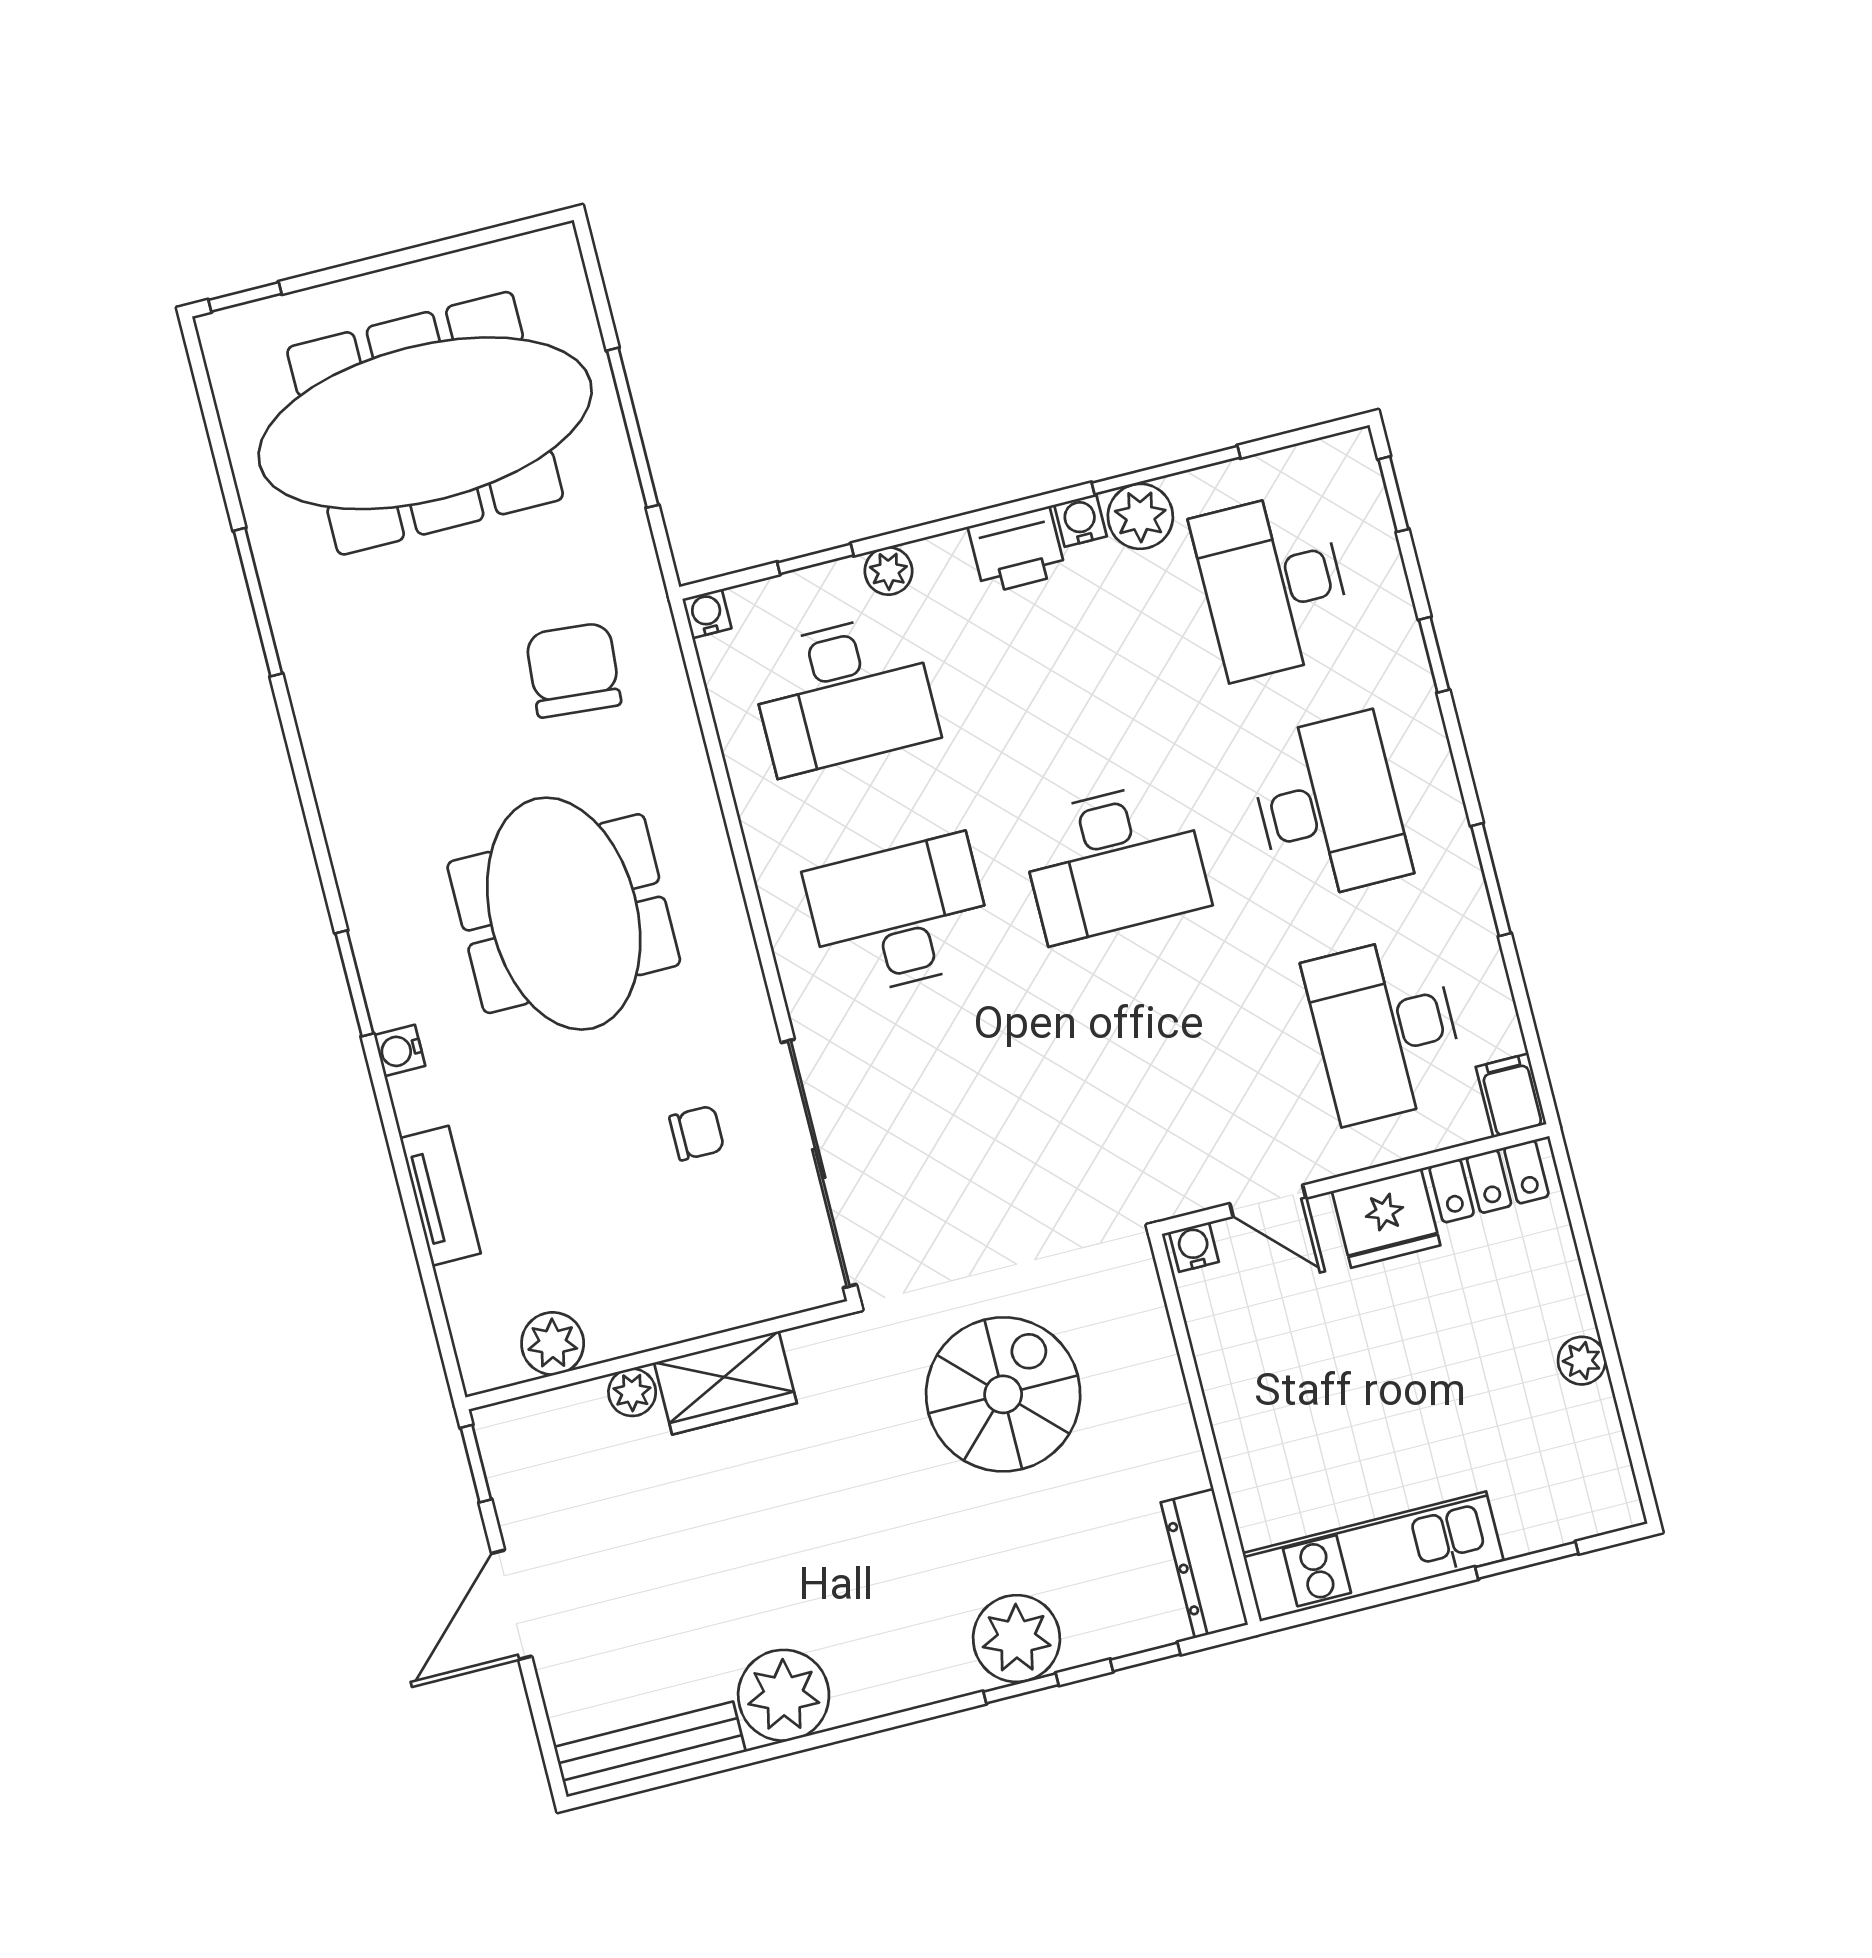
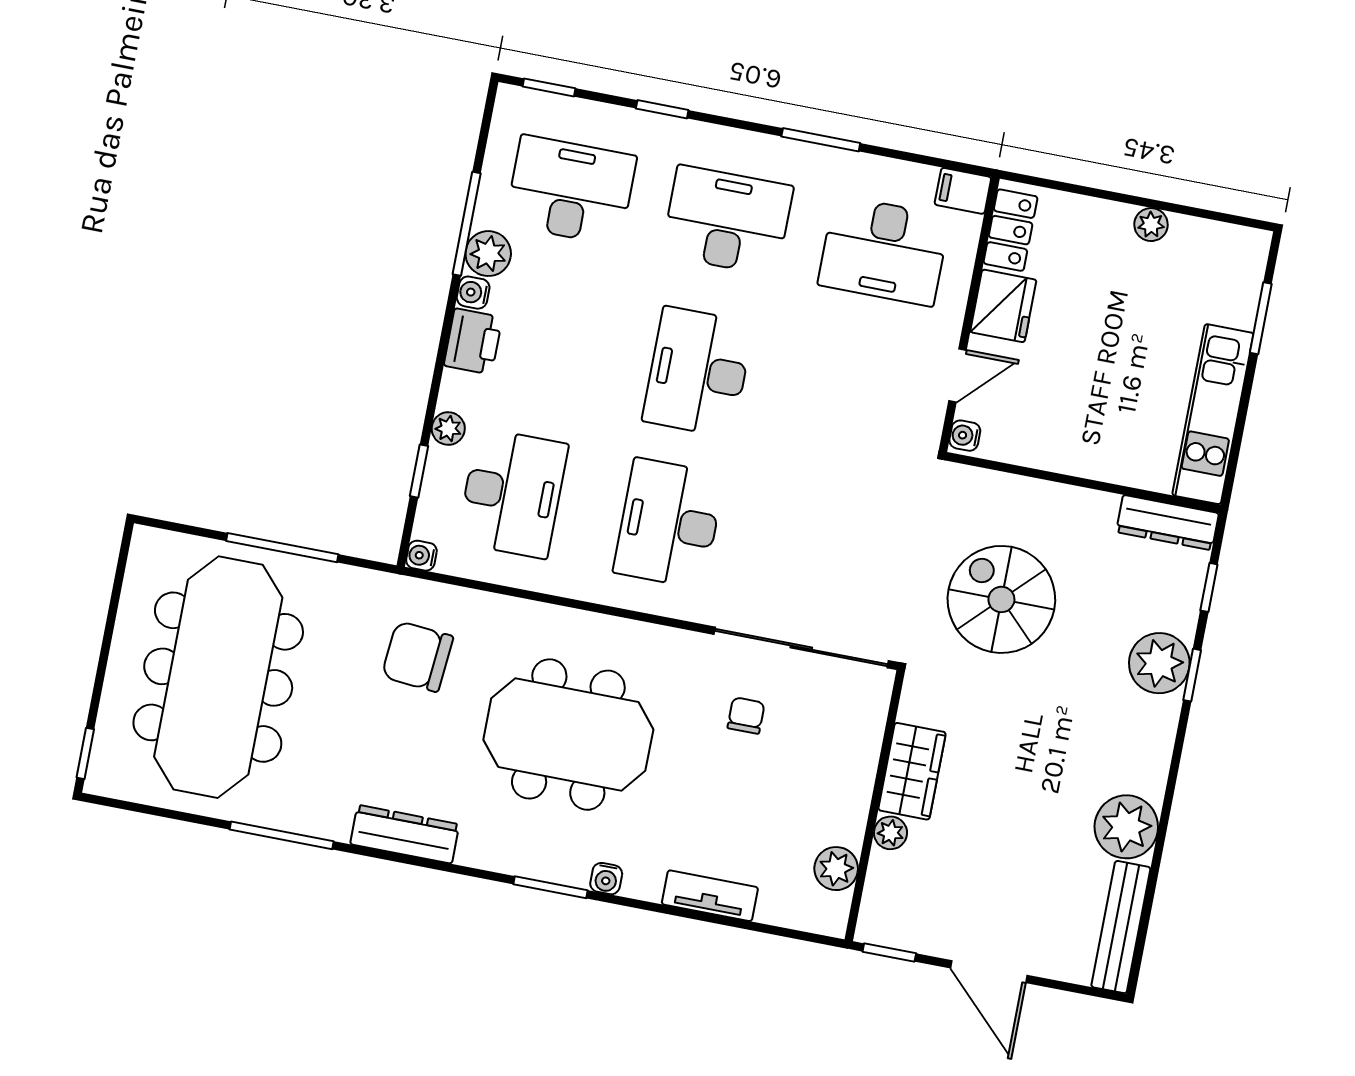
desk: (1273, 585) -> (571, 190), turned 180
dresser: (335, 761) -> (405, 834), added
desk: (1114, 861) -> (698, 372), turned 180

